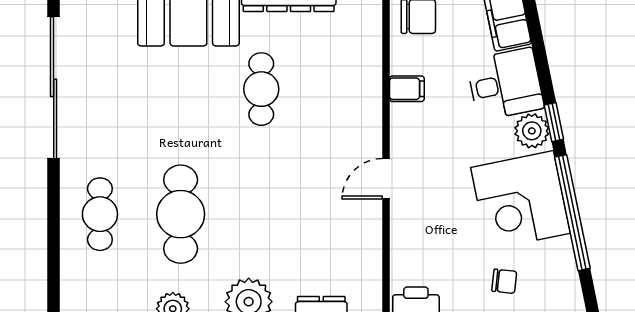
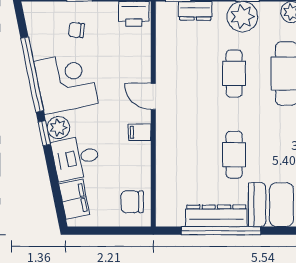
filing cabinet: (407, 89) -> (140, 132), moved
door: (386, 179) -> (153, 96), swing flipped
cafe table: (261, 214) -> (234, 73), added

